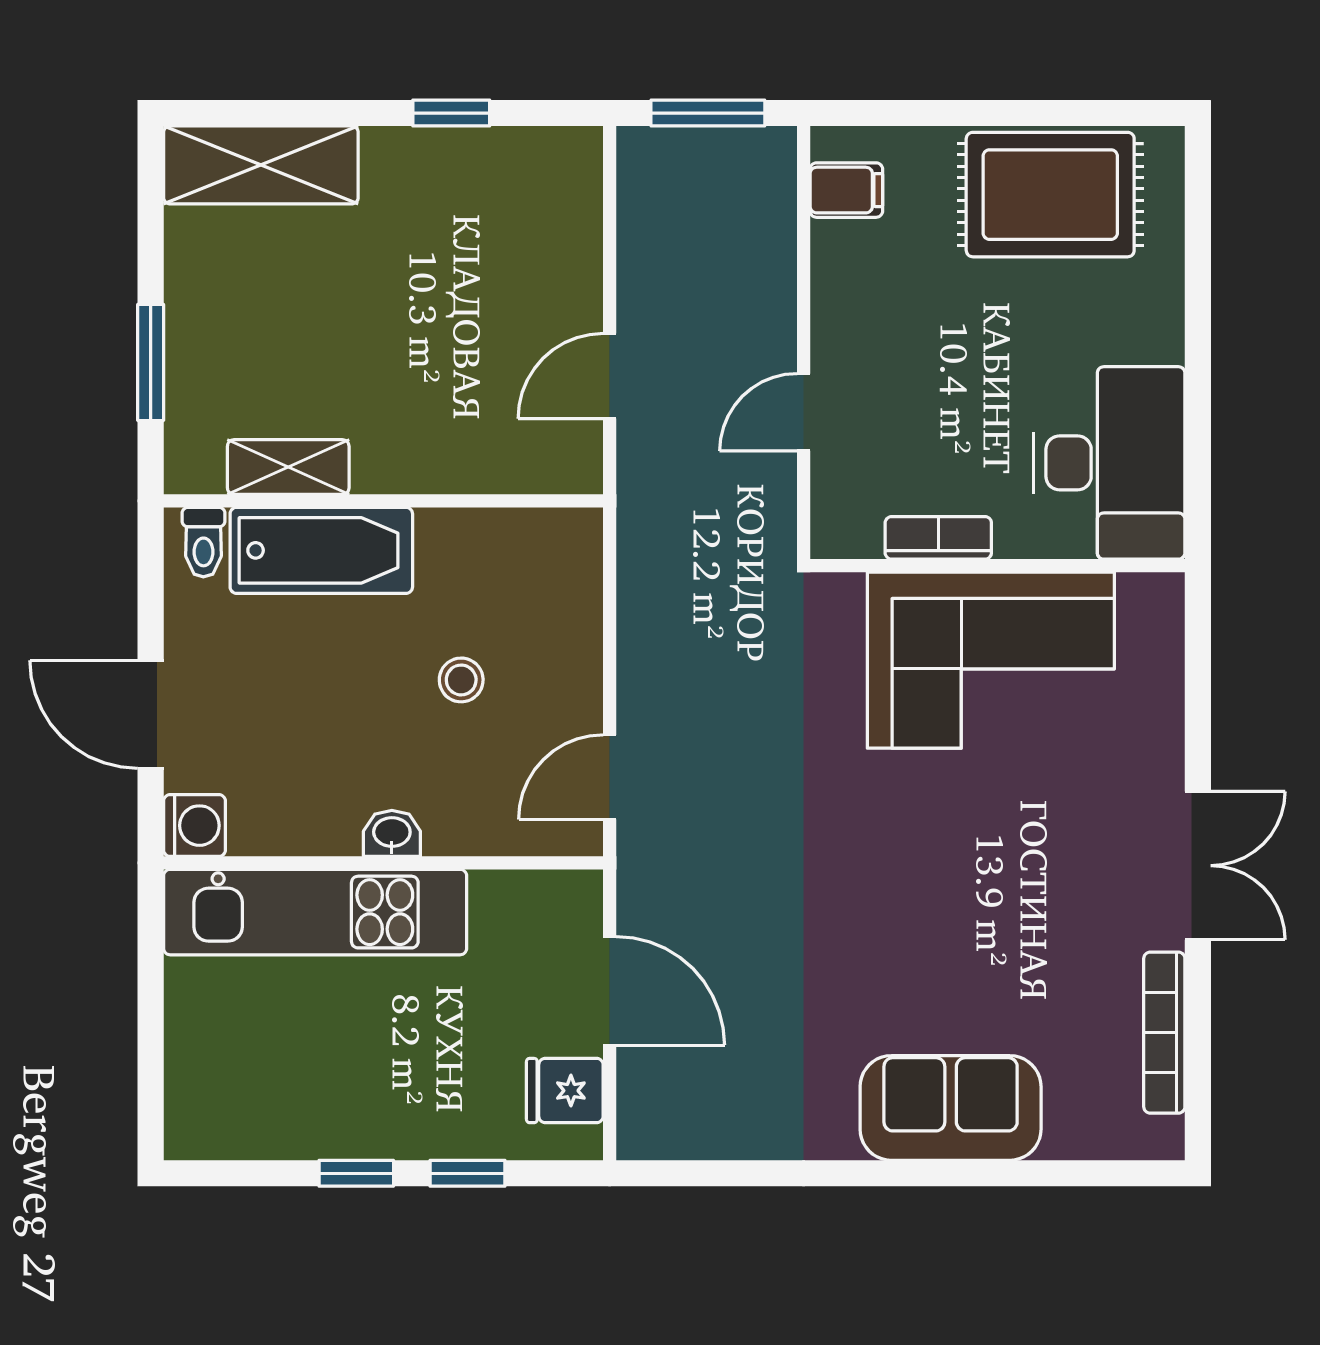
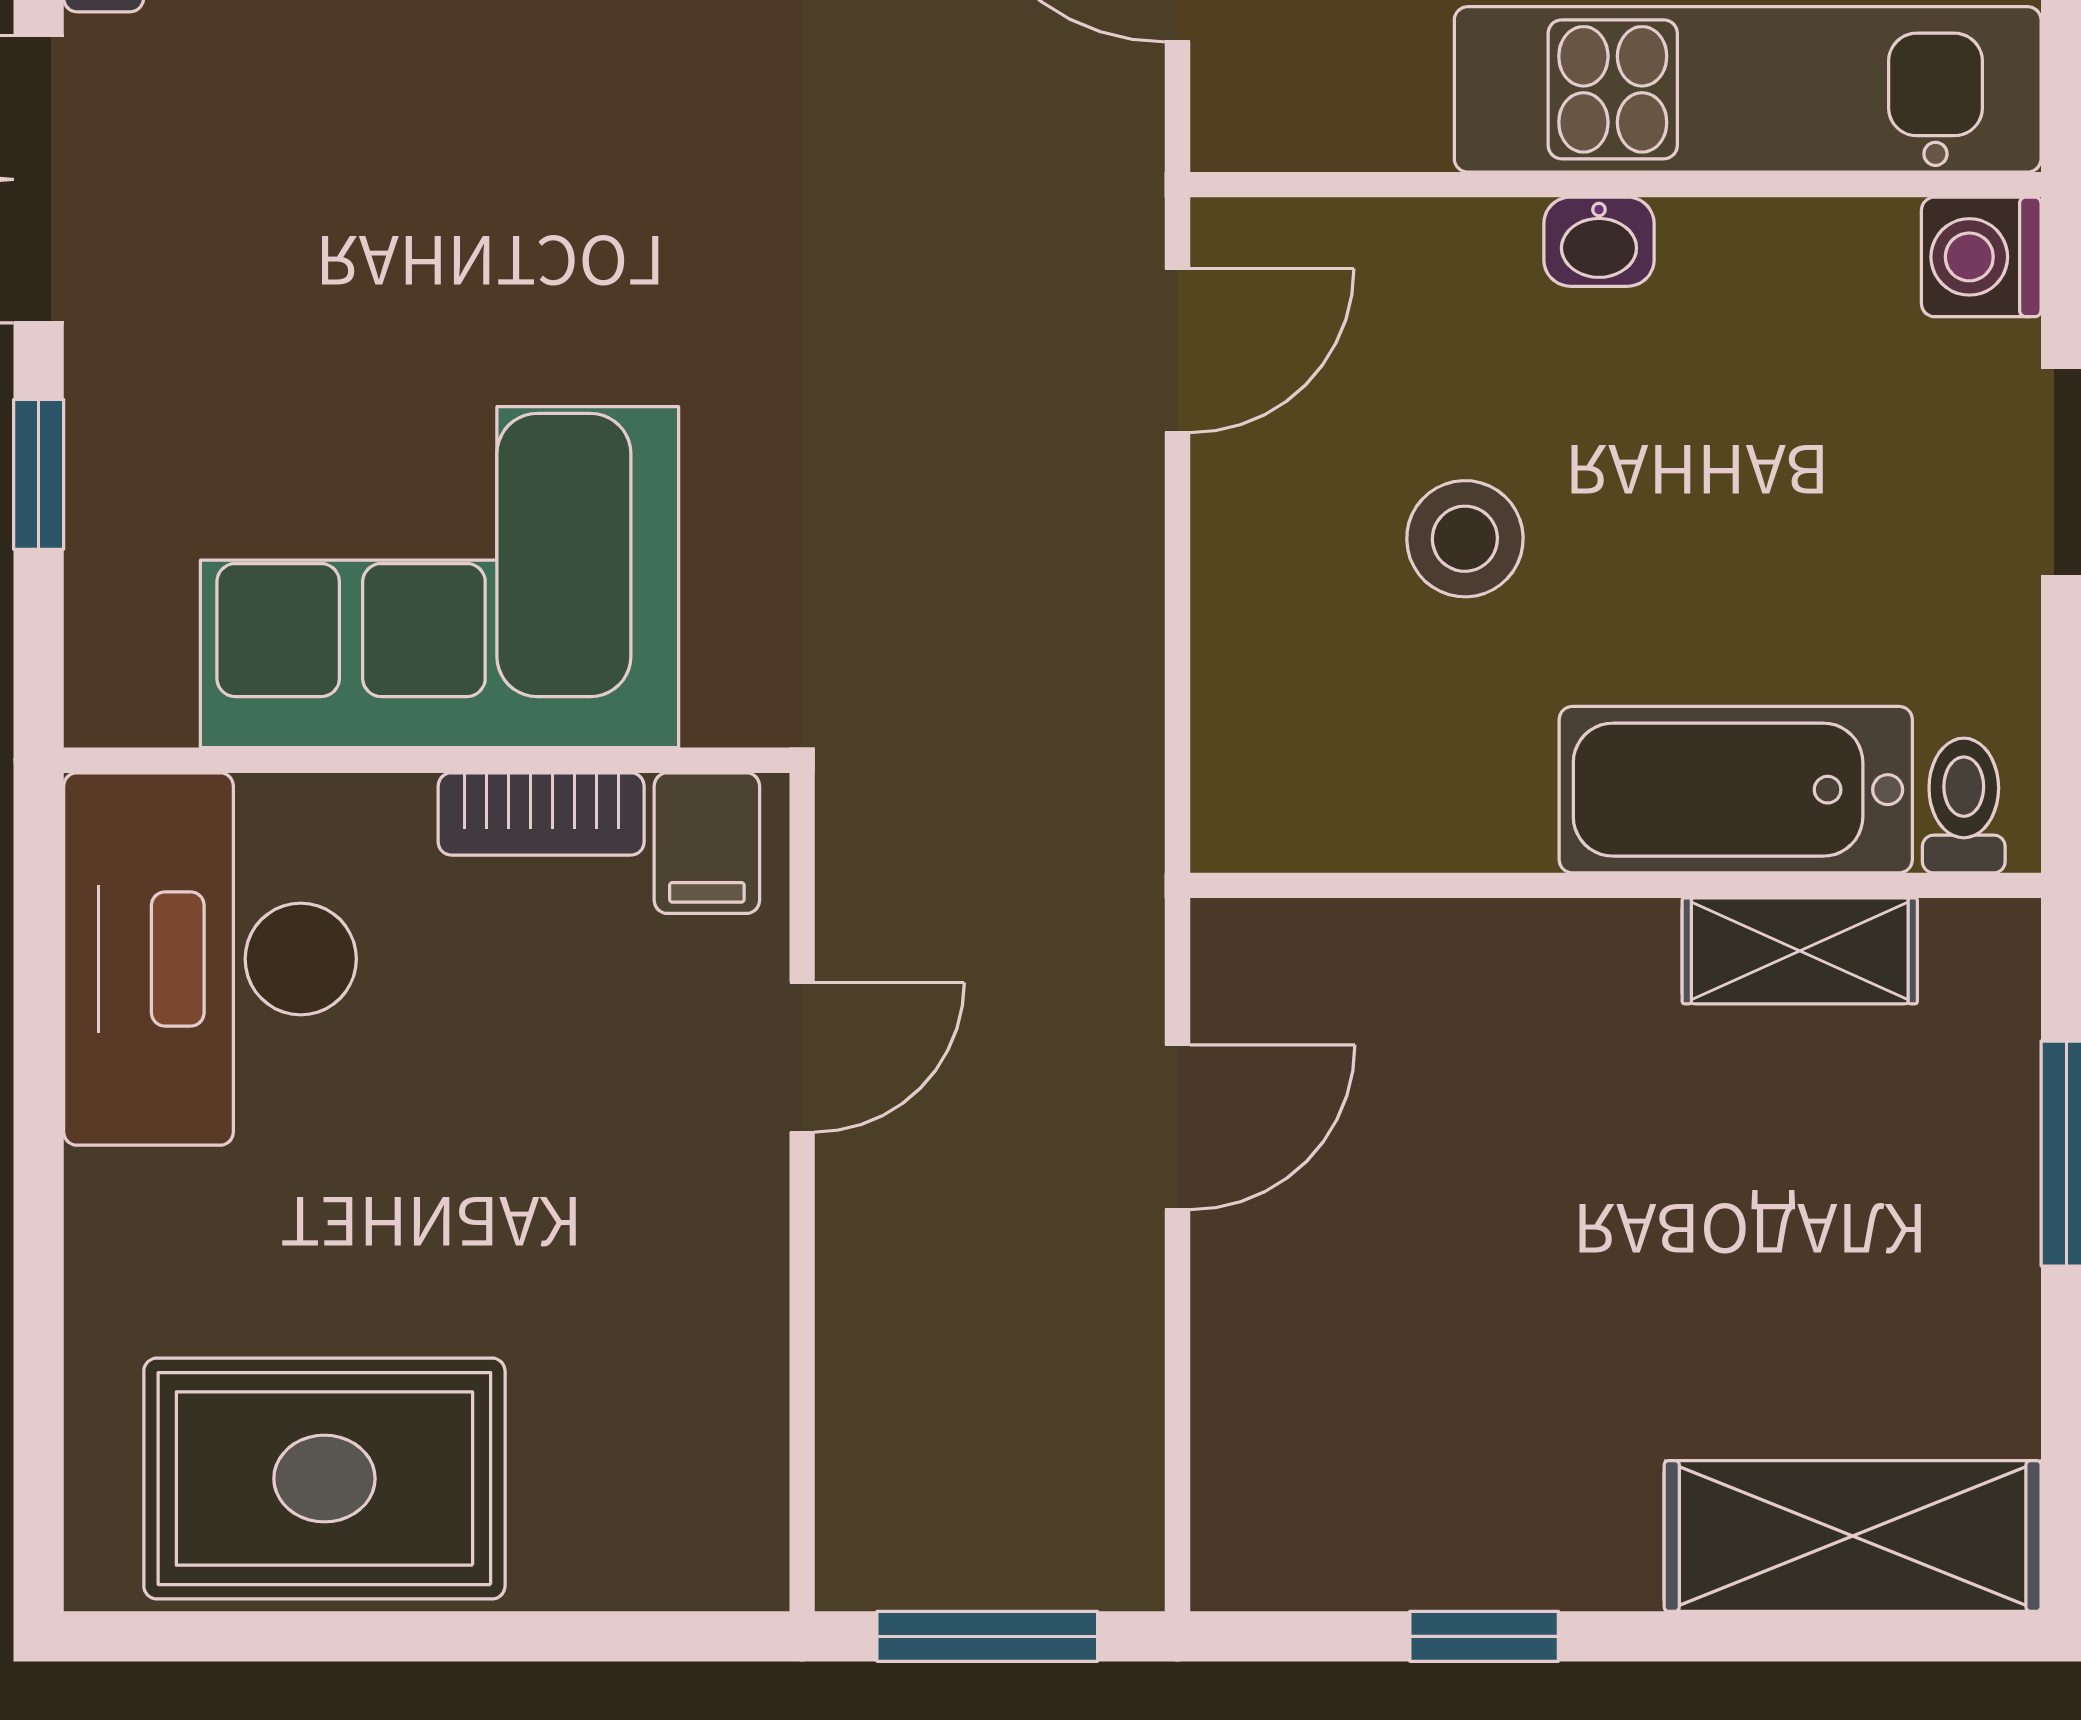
filing cabinet: (846, 190) -> (707, 843), moved, turned -90
stool: (461, 680) -> (1465, 539), width x1.37, depth x1.37
window: (1198, 713) -> (39, 474), added

